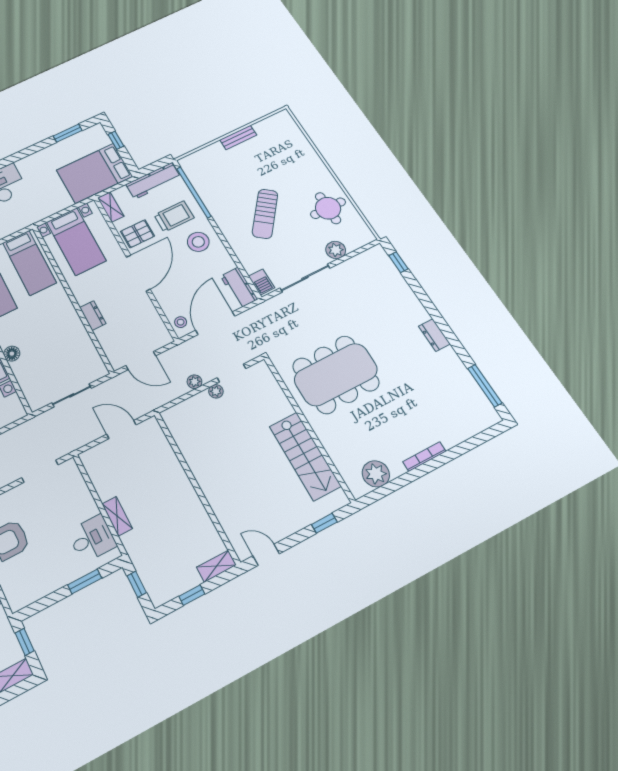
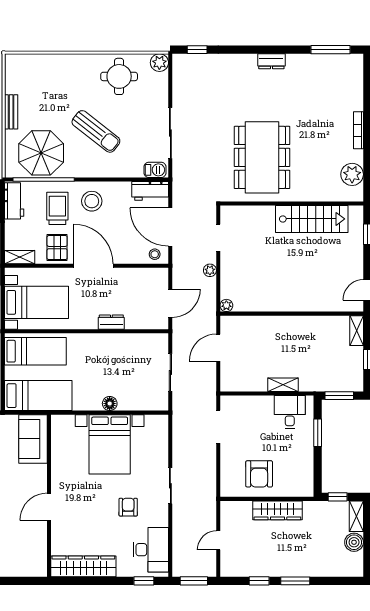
parasol: (217, 179) -> (41, 153), added
workbench: (153, 181) -> (14, 201), width x0.73
plant: (336, 250) -> (159, 63), moved
plant: (216, 391) -> (226, 305), moved
window: (137, 584) -> (339, 396), width x1.50

